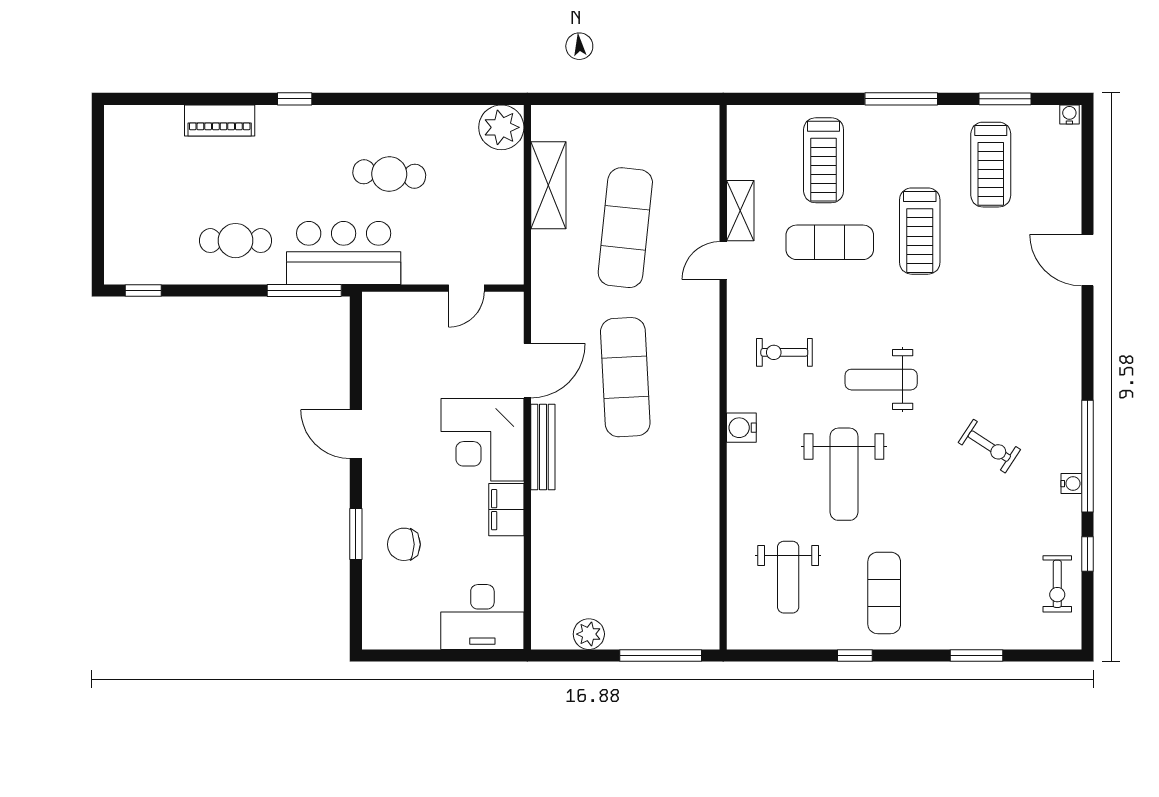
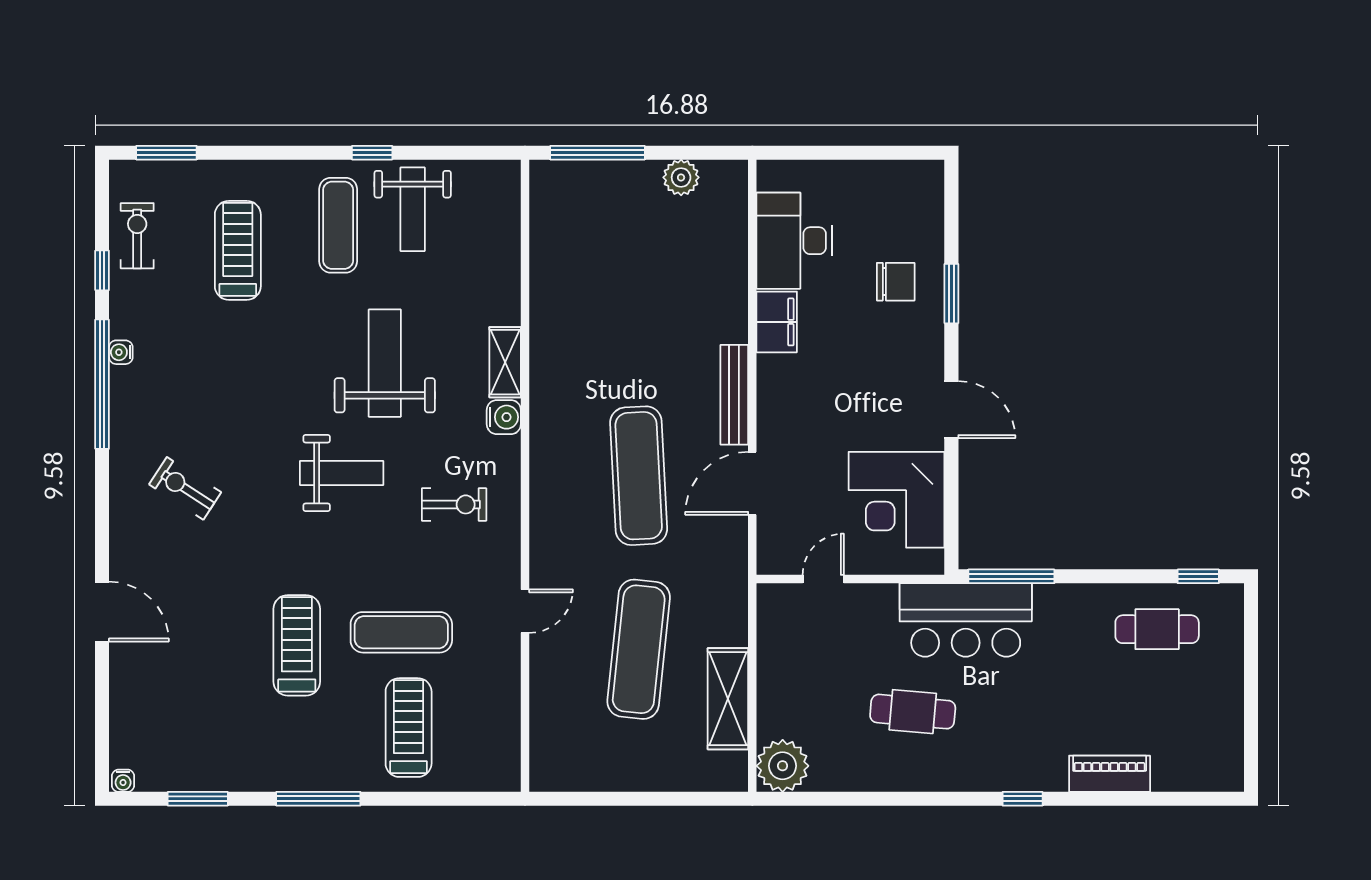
treadmill: (991, 165) -> (238, 250), moved
shelving: (740, 211) -> (505, 362), moved
cafe table: (235, 241) -> (1157, 629), moved
corner desk: (483, 440) -> (897, 500), moved, turned 180
exercise bike: (989, 446) -> (185, 488), moved
weight bench: (788, 577) -> (413, 209), moved, turned 180
desk: (482, 617) -> (794, 241), moved, turned -90
window: (976, 655) -> (166, 153), moved

